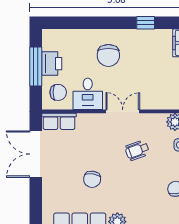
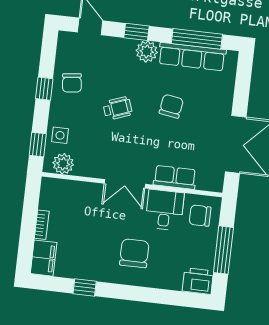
printer: (52, 64) -> (198, 281), moved, turned 90
row of seats: (59, 121) -> (175, 177), moved
wheelchair: (137, 150) -> (118, 108), moved

